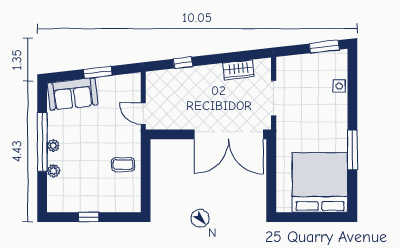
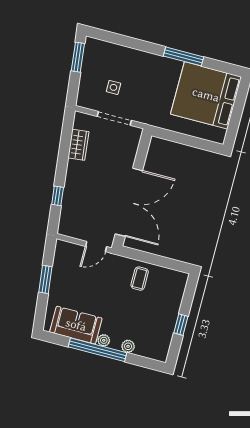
side table: (339, 86) -> (113, 87), moved
sofa: (73, 94) -> (76, 325), moved, turned -84
double door: (229, 134) -> (129, 202), moved

